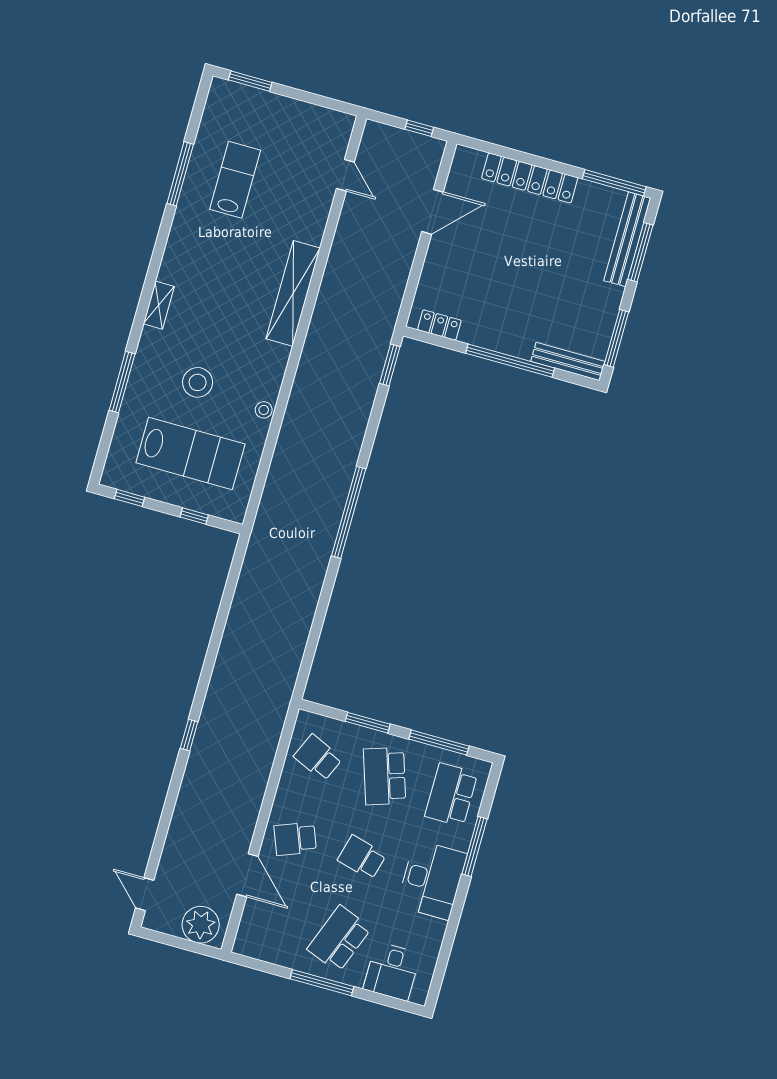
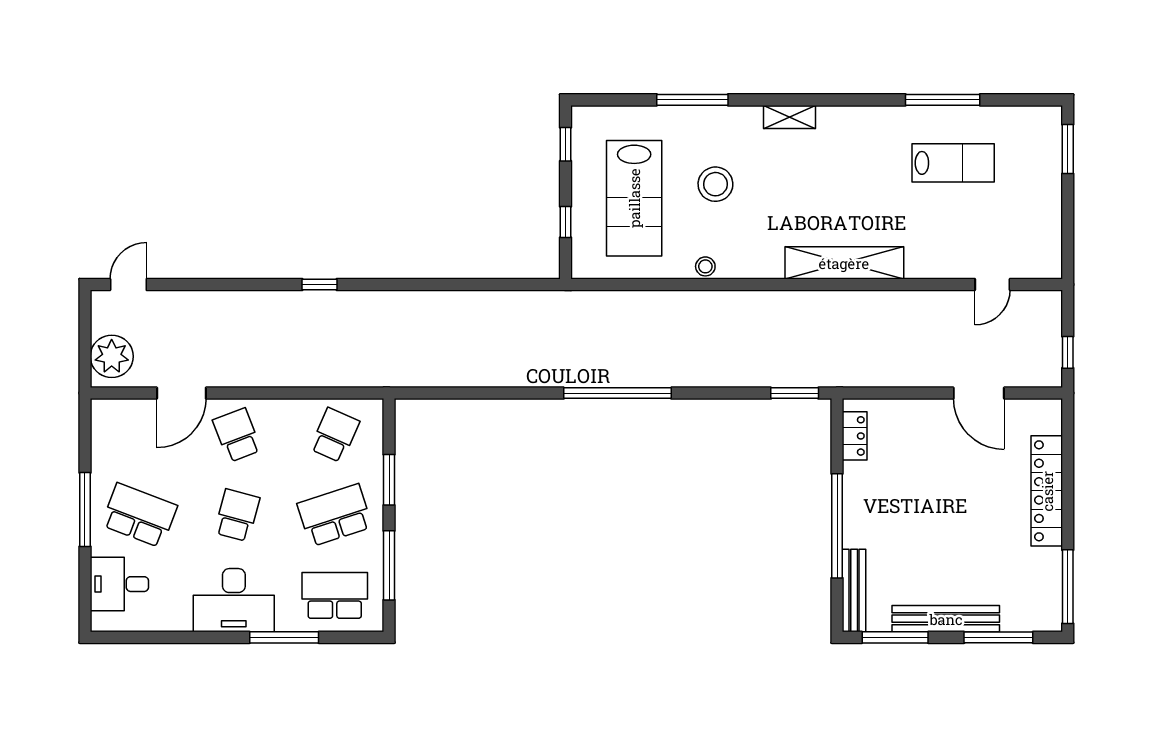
bench: (627, 239) -> (946, 619), moved

